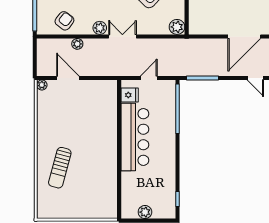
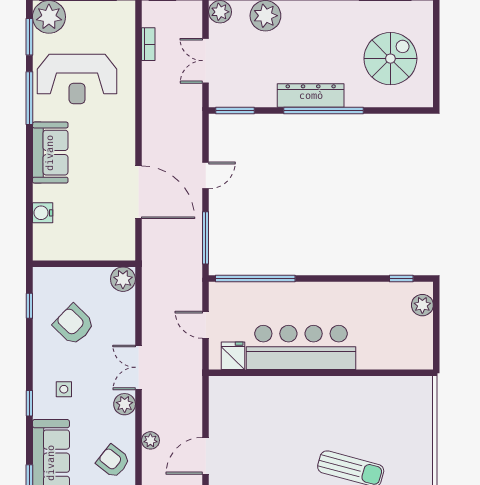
door: (244, 36) -> (138, 192), moved
door: (255, 78) -> (206, 175), moved
plant: (145, 212) -> (422, 305), moved

